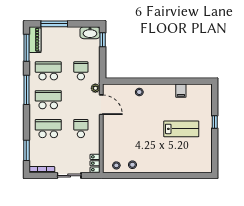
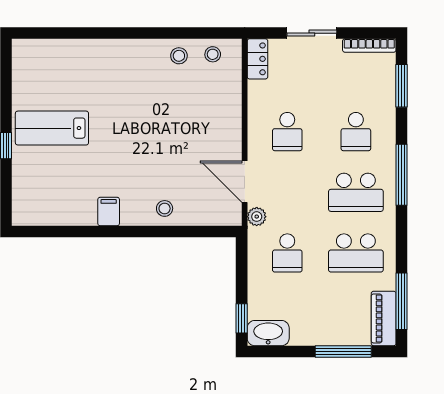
window: (26, 90) -> (402, 175), moved
filing cabinet: (181, 91) -> (109, 211), moved
school desk: (48, 129) -> (356, 132), width x0.54
lab bench: (181, 129) -> (52, 128), moved

